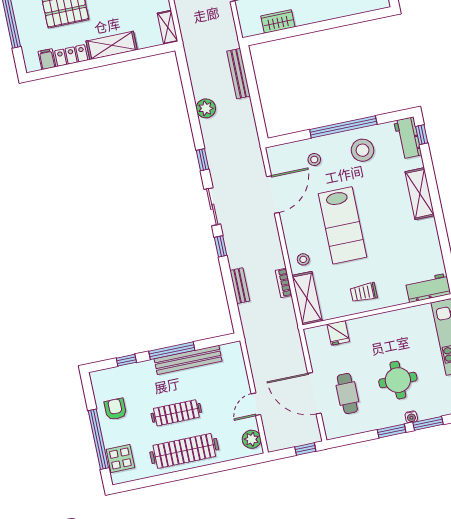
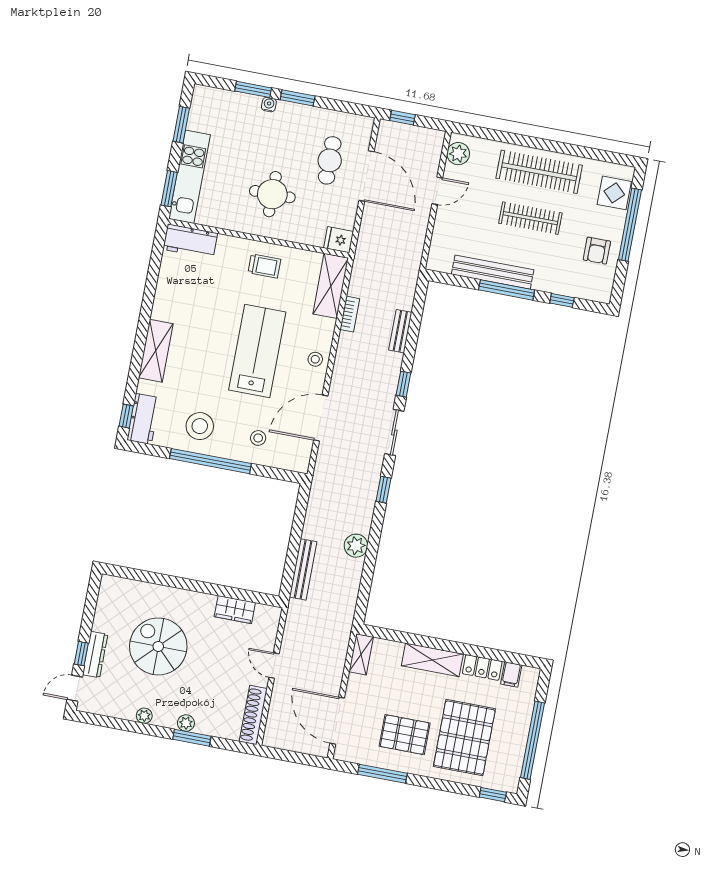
stool: (303, 259) -> (315, 359), moved
fridge: (338, 333) -> (339, 240), moved, turned -90
round table: (398, 380) -> (272, 194), moved

